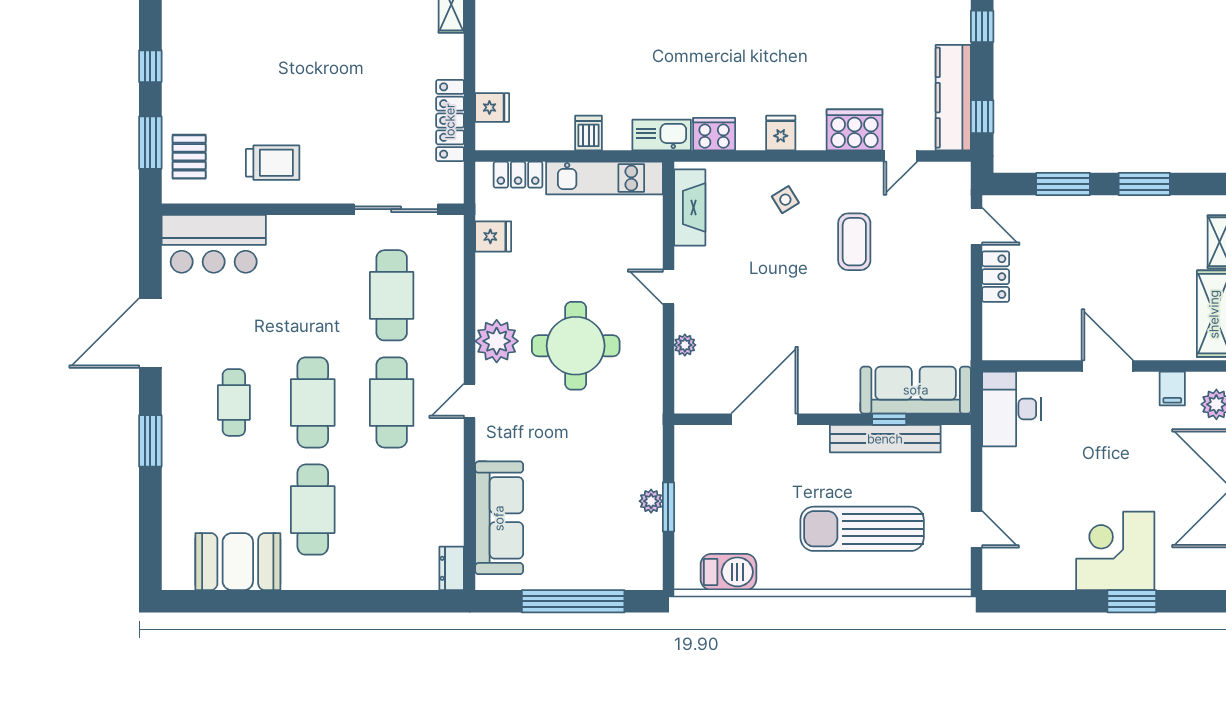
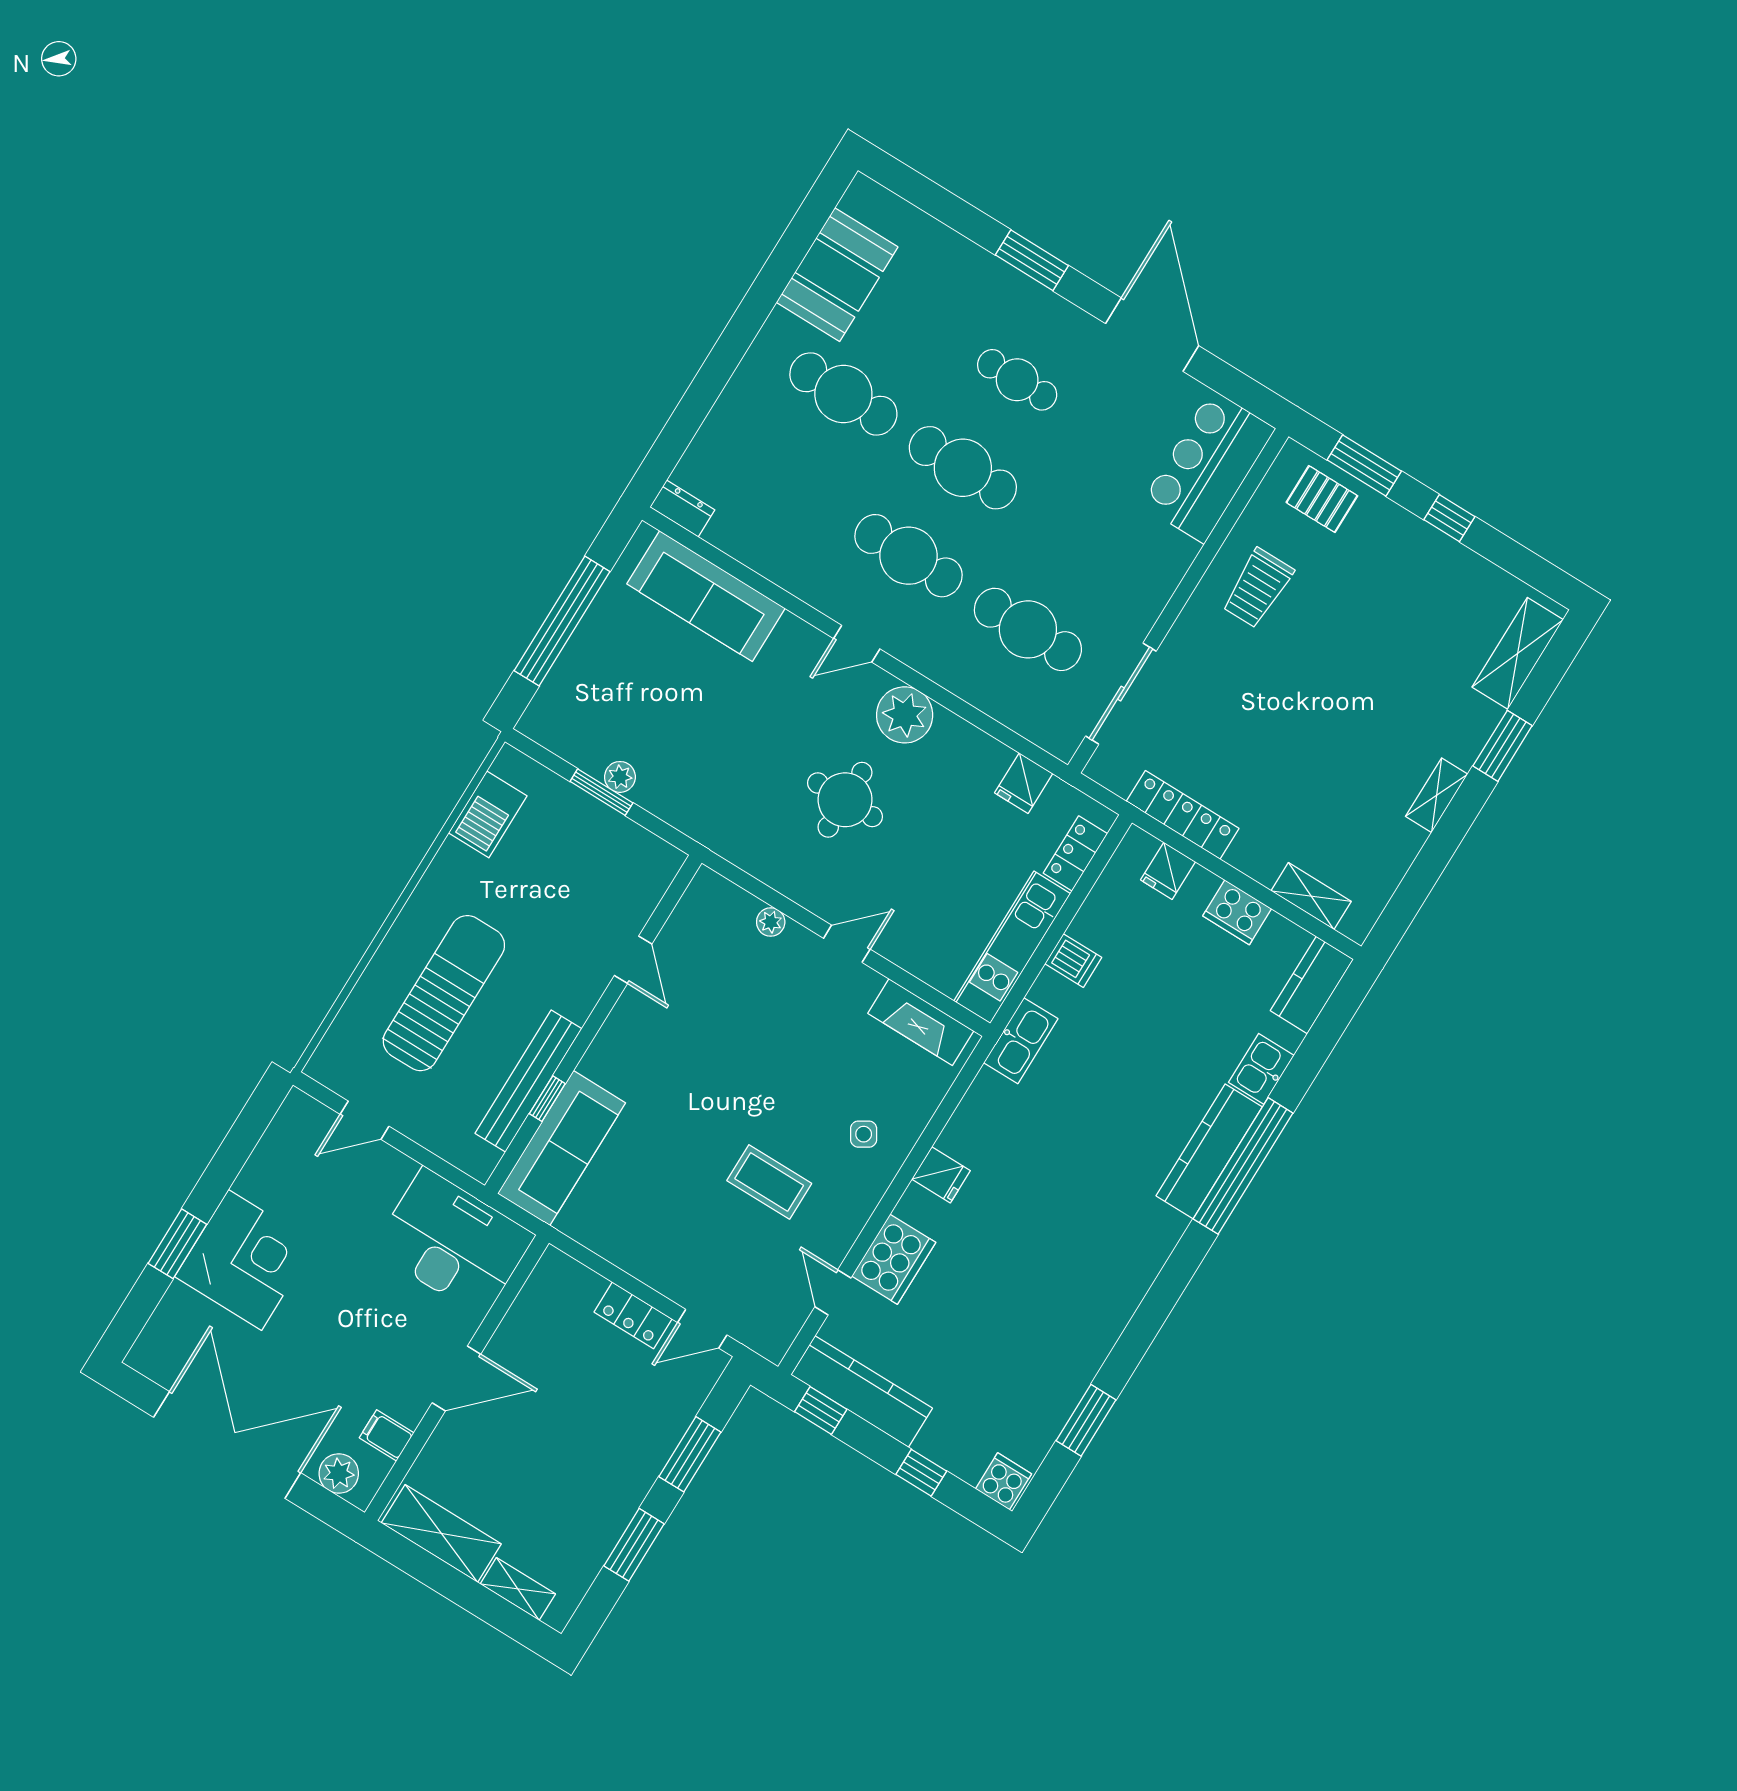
cooker: (714, 134) -> (1237, 912), moved, turned 90
round table: (576, 346) -> (845, 800), width x0.73, depth x0.73
door: (470, 401) -> (857, 644), swing flipped
desk: (1011, 409) -> (453, 1242), width x1.36, depth x1.30
door: (765, 419) -> (633, 960), width x0.53

